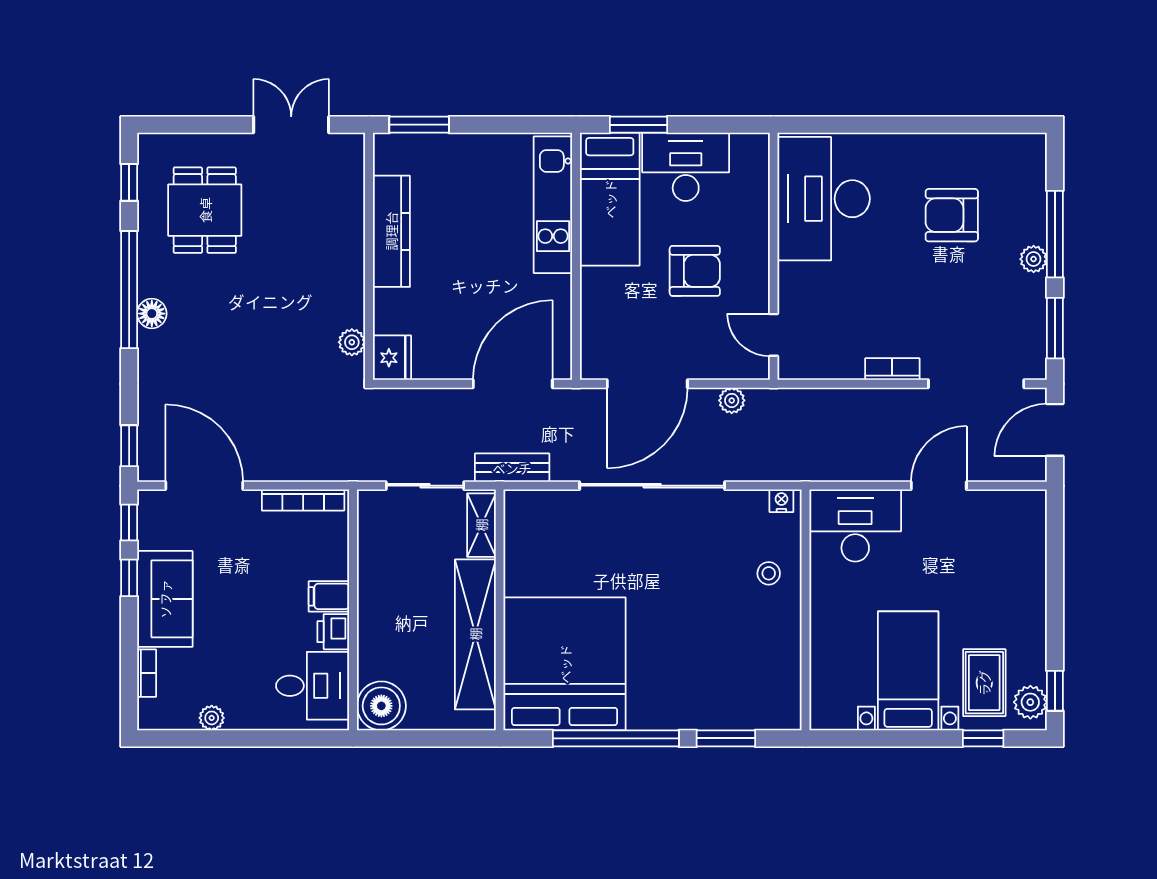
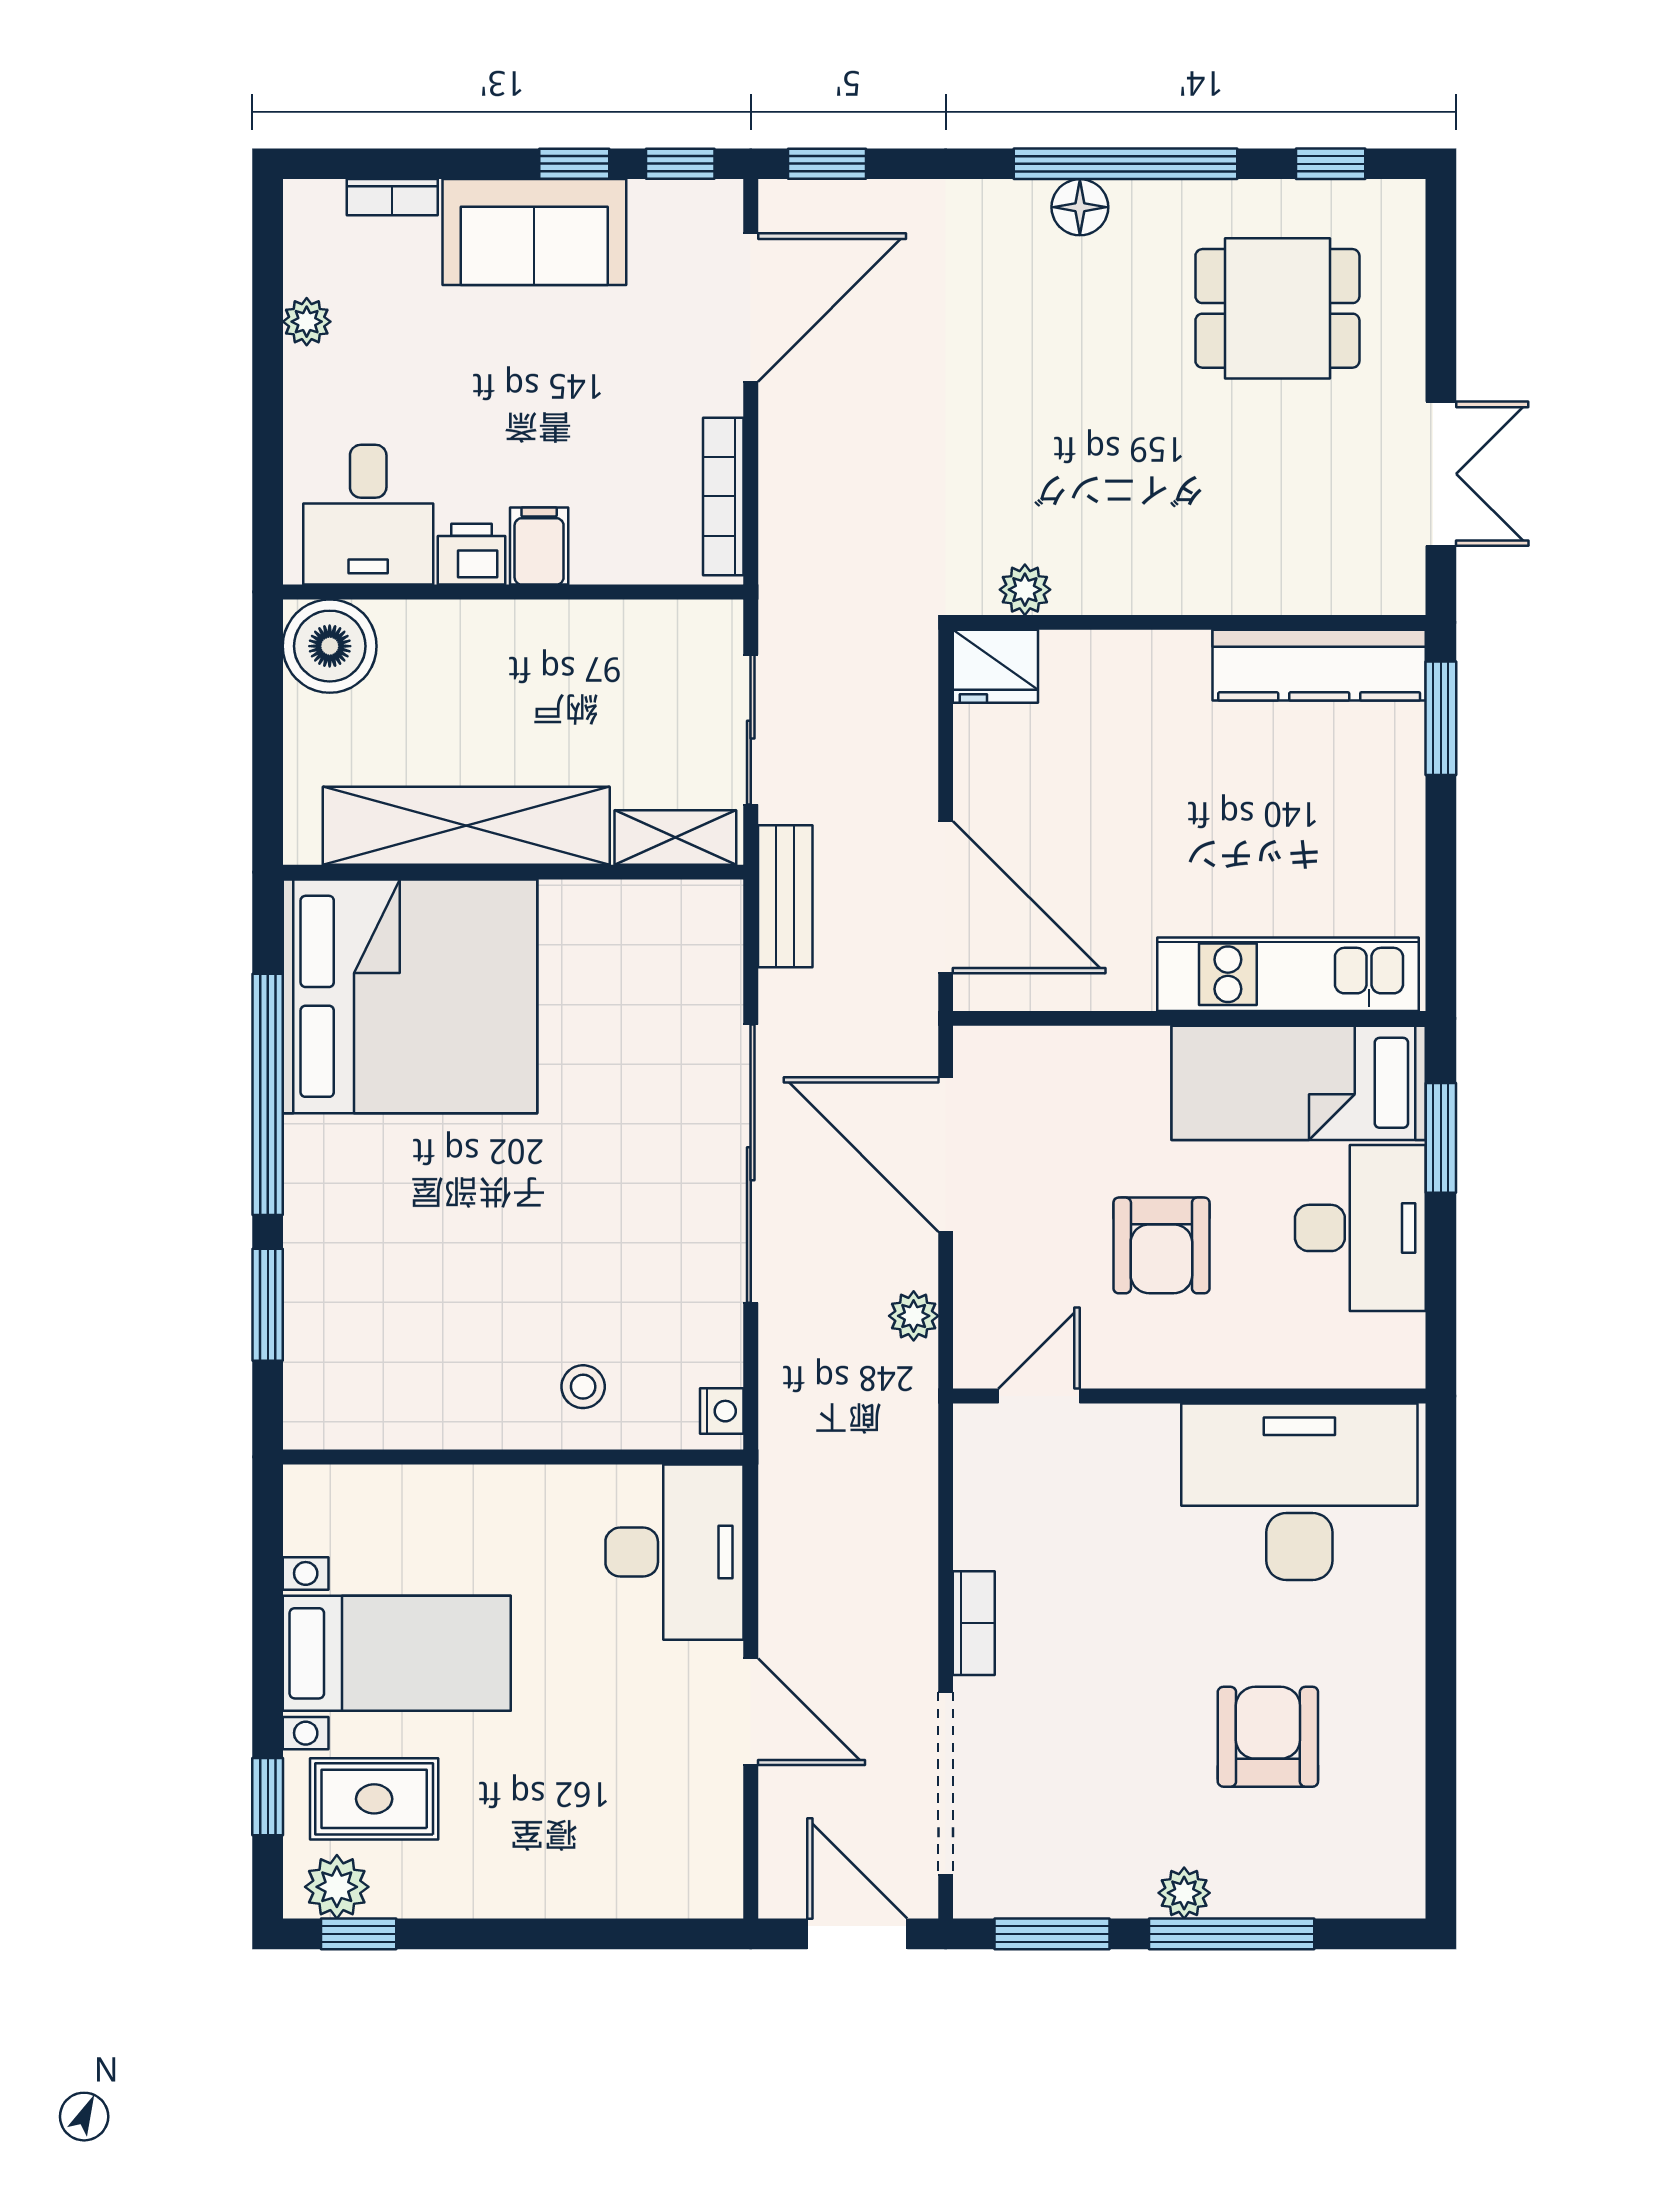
kitchen counter: (391, 231) -> (1319, 665), moved

